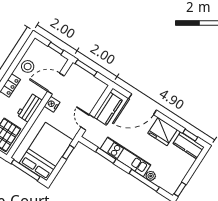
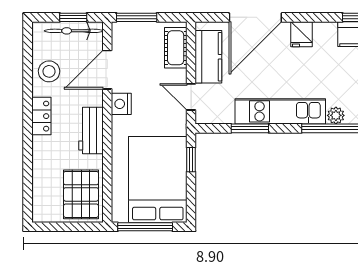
bicycle: (52, 55) -> (74, 31), added
cot: (95, 94) -> (176, 48), added
fridge: (163, 132) -> (301, 34), width x0.53, depth x0.75

